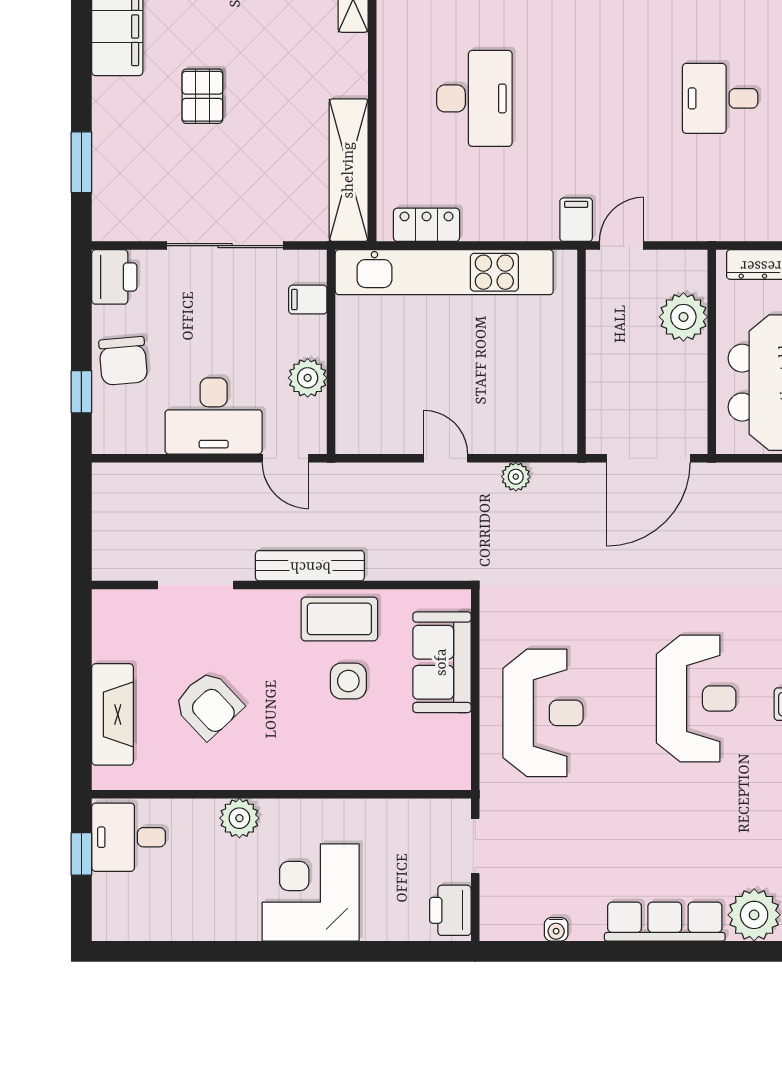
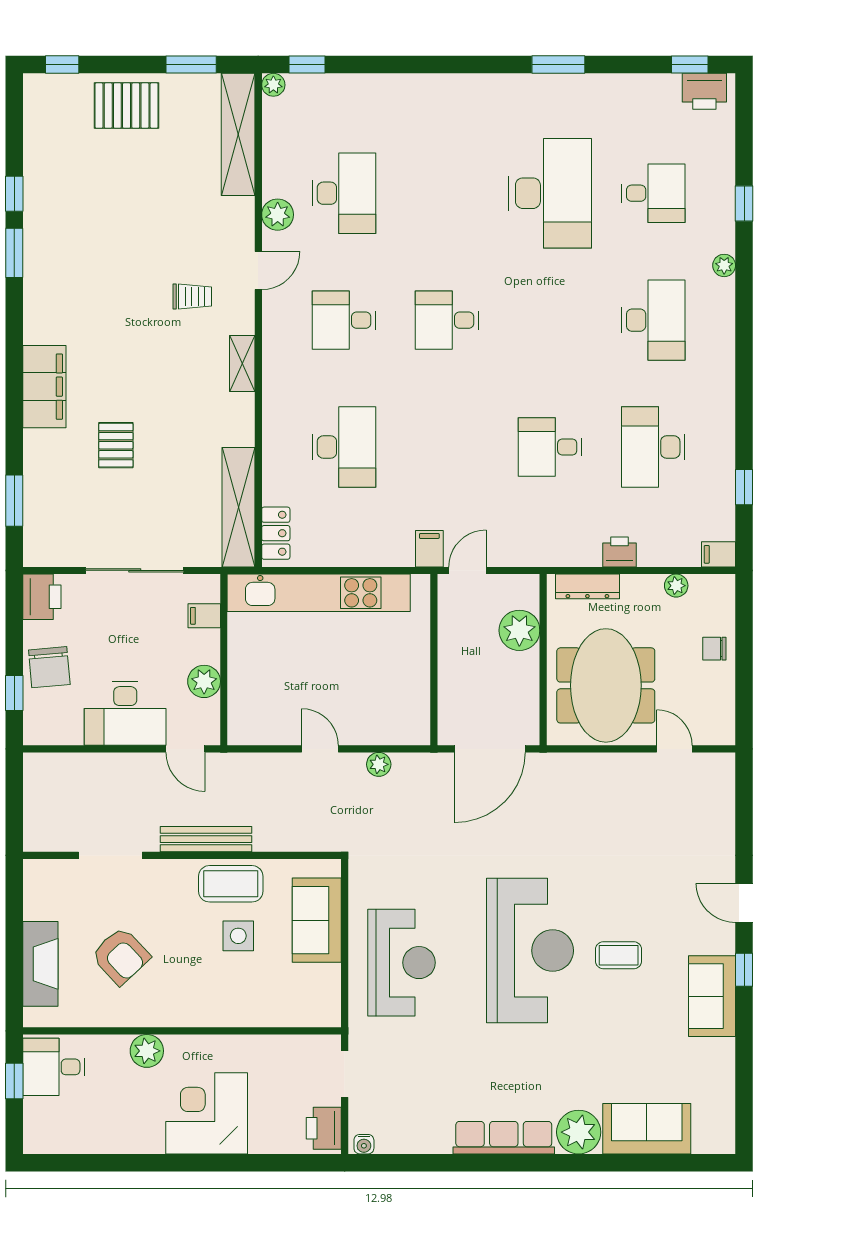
locker: (426, 225) -> (276, 533), moved, turned 90
reception desk: (696, 699) -> (530, 951), width x1.36, depth x1.30
water cooler: (556, 929) -> (364, 1144), moved

